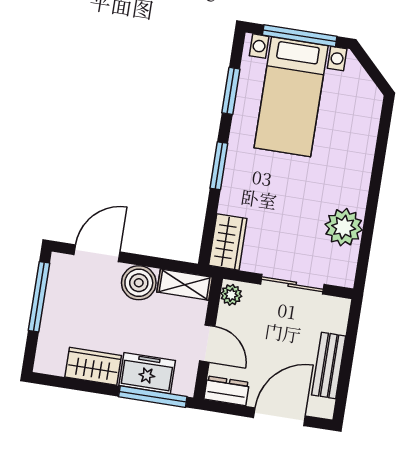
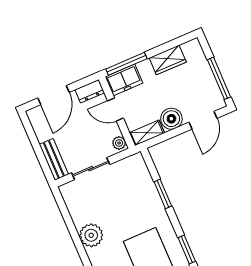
window: (219, 166) -> (163, 194), moved
plant: (344, 227) -> (91, 235), moved
wardrobe: (228, 242) -> (138, 169), removed
bench: (329, 365) -> (54, 159), moved
freezer: (147, 373) -> (124, 80), moved

